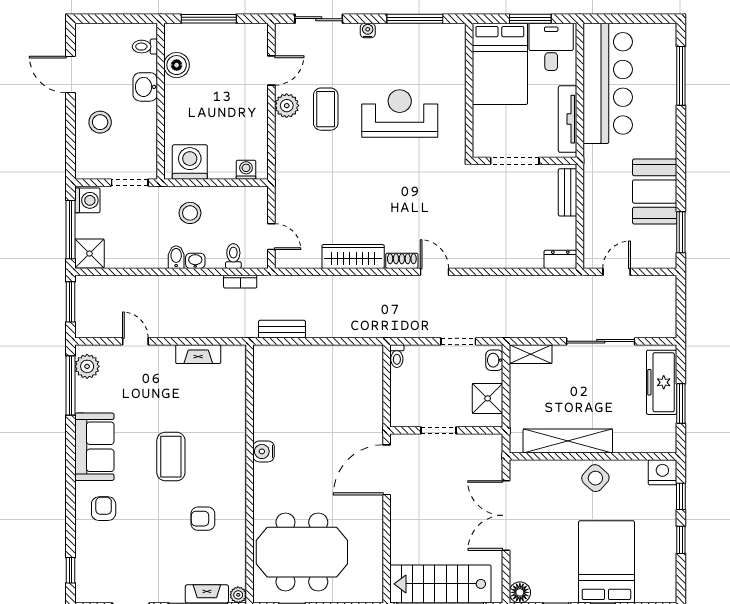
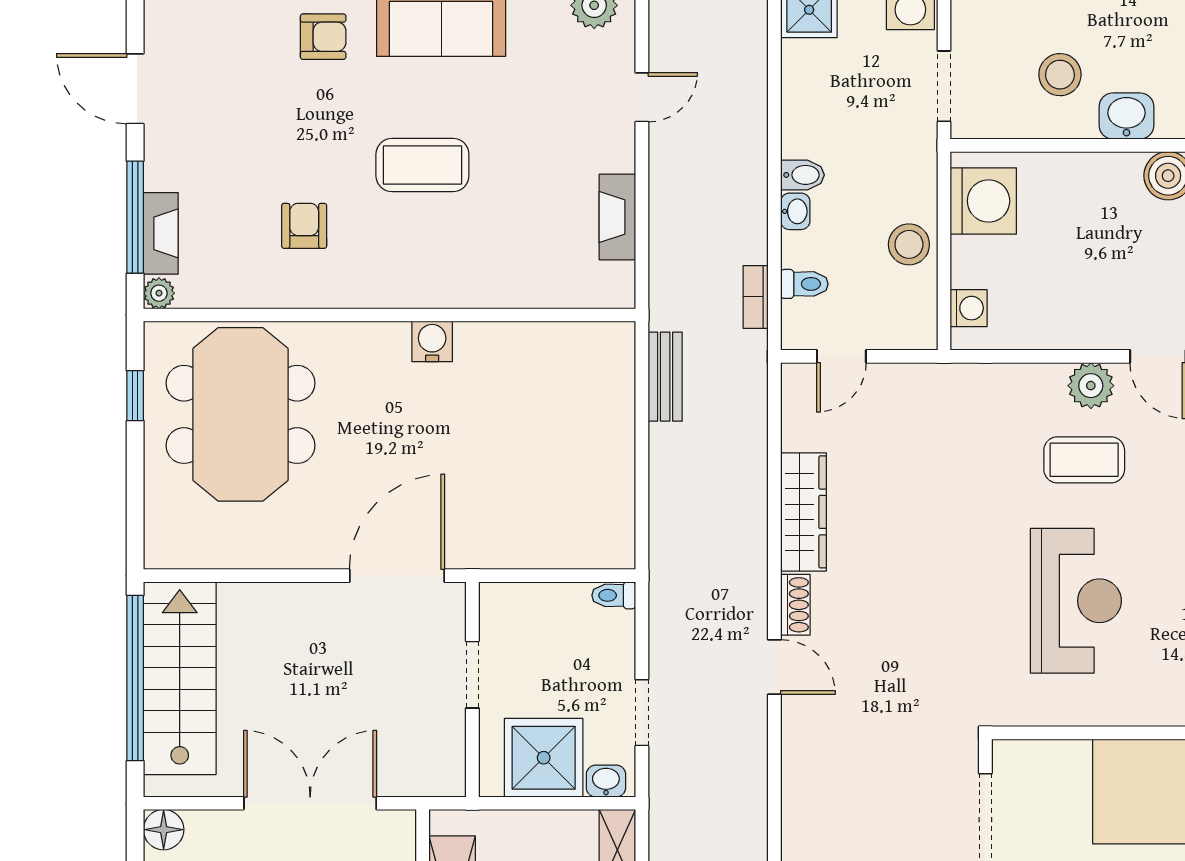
stool: (100, 122) -> (1060, 75), moved
stool: (190, 213) -> (909, 244), moved
door: (434, 272) -> (774, 667), hinge flipped
shower: (488, 398) -> (544, 758), width x1.36, depth x1.36
door: (387, 470) -> (397, 576), hinge flipped

